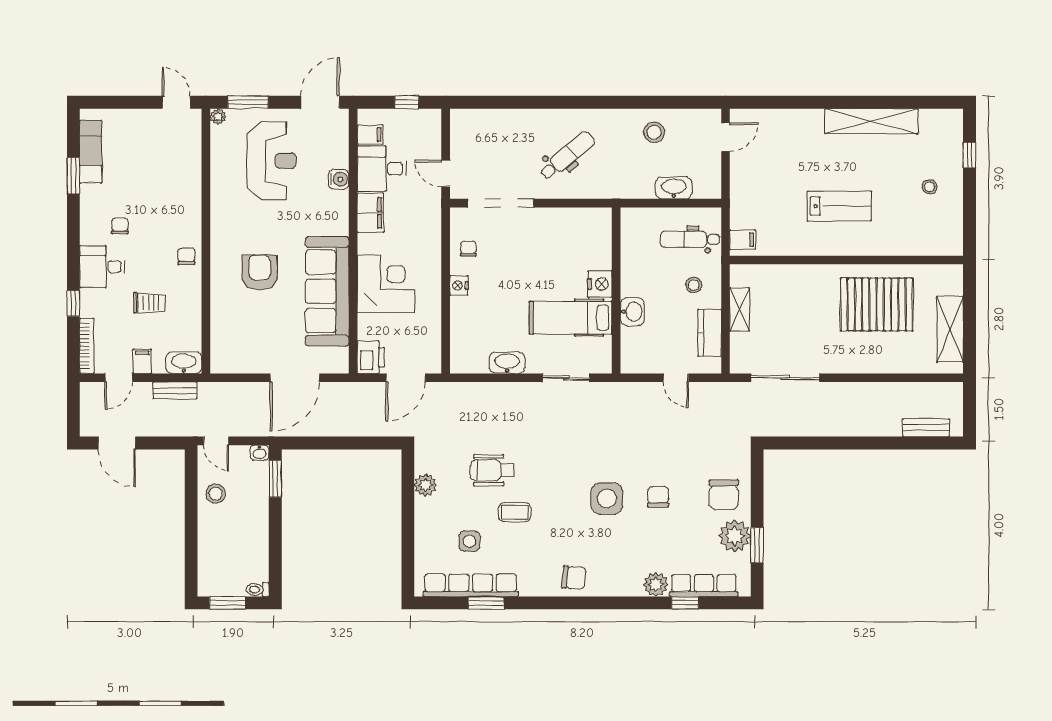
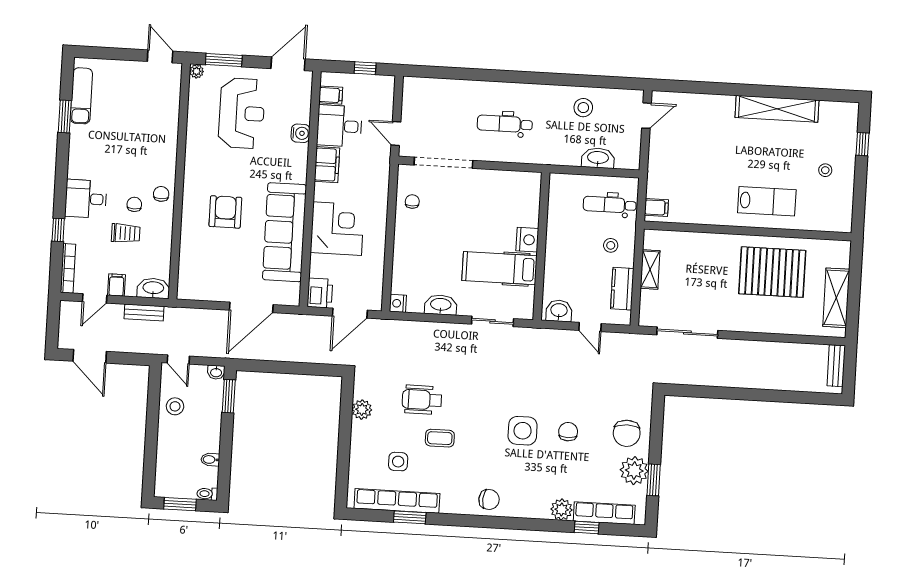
dental chair: (567, 156) -> (505, 124), turned -140
lab bench: (839, 206) -> (767, 201), moved
chair: (120, 226) -> (134, 204), moved
nightstand: (459, 285) -> (398, 303), moved
washbasin: (632, 312) -> (559, 311), moved, turned -90
bench: (926, 428) -> (836, 366), moved, turned 90
bidet: (259, 551) -> (210, 460), added

